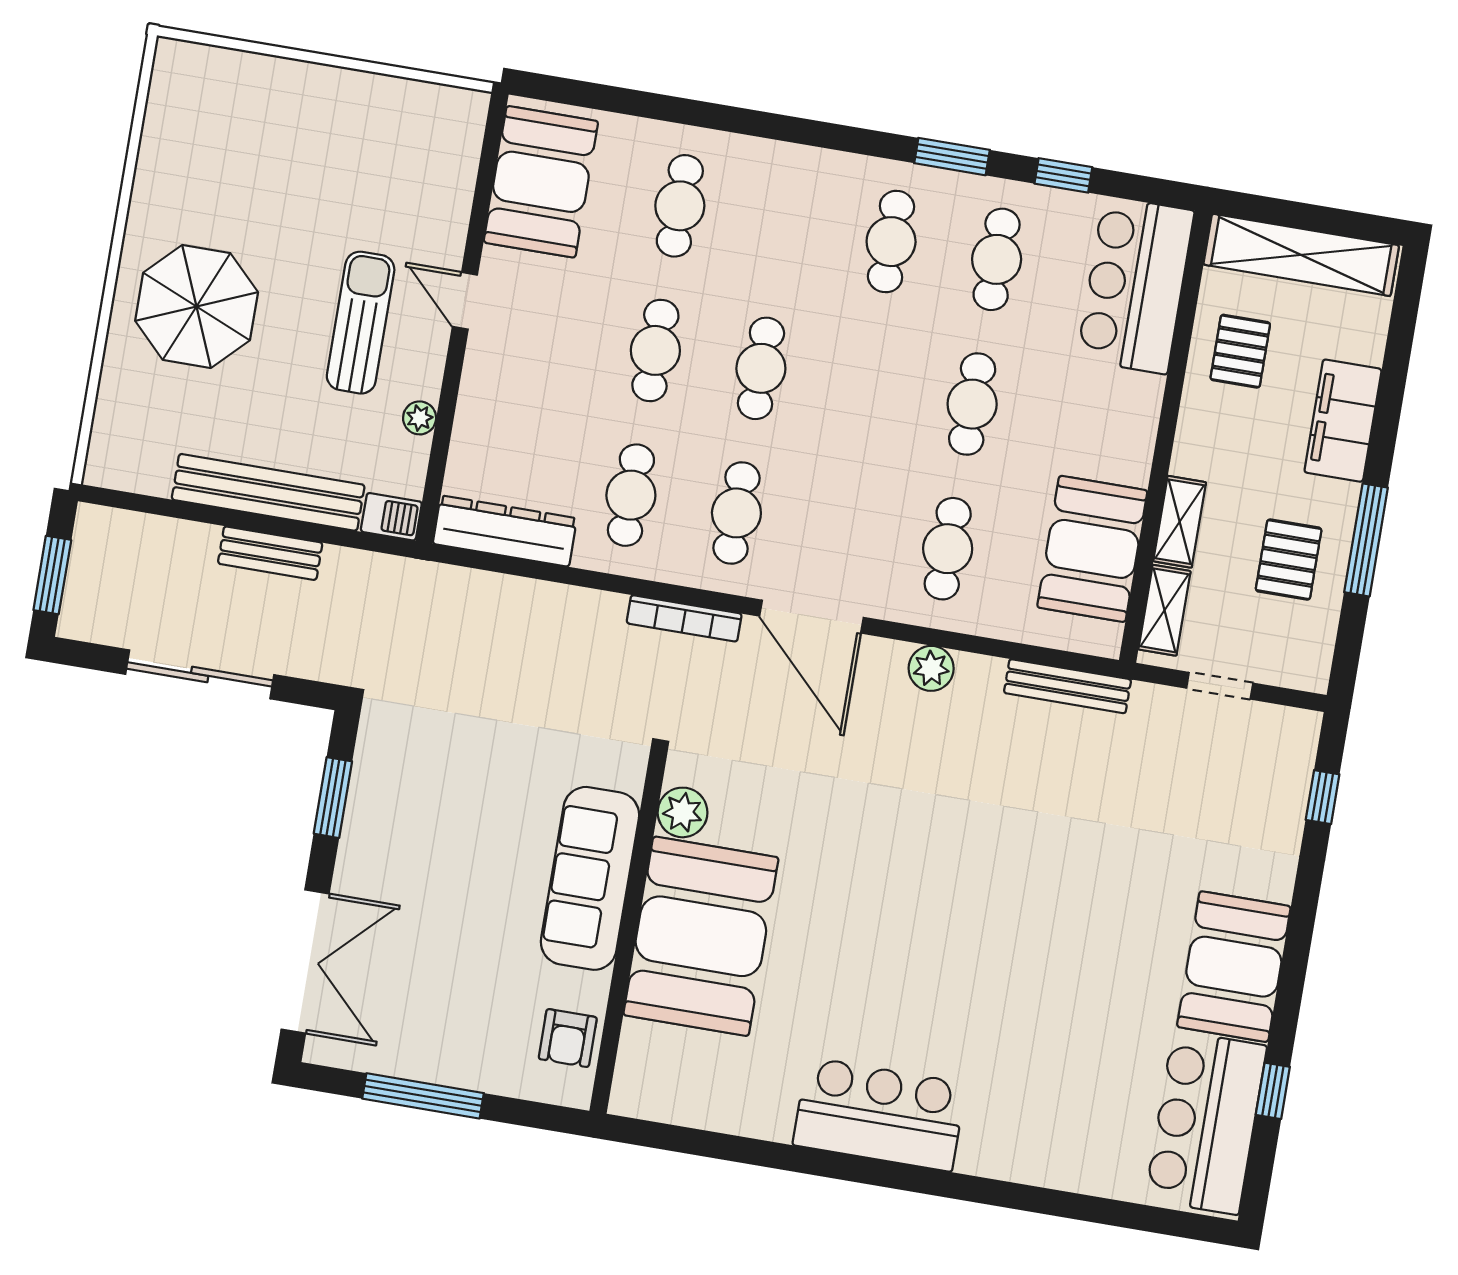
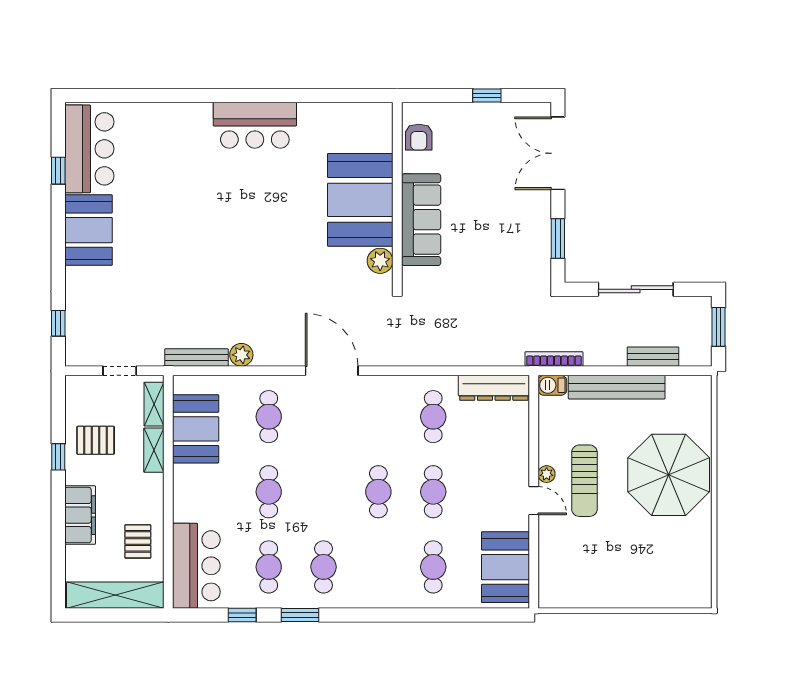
parasol: (197, 306) -> (669, 475), width x1.36, depth x1.36
plant: (420, 418) -> (547, 474), moved
cafe table: (736, 513) -> (378, 417), removed
window: (1366, 540) -> (58, 457), width x0.46
bench: (270, 553) -> (653, 357), moved
pallet: (1289, 560) -> (96, 440), turned 90
bookcase: (684, 618) -> (554, 359), moved
plant: (931, 668) -> (241, 355), moved
armchair: (568, 1038) -> (419, 137), turned 180
window: (423, 1096) -> (487, 96), width x0.46

